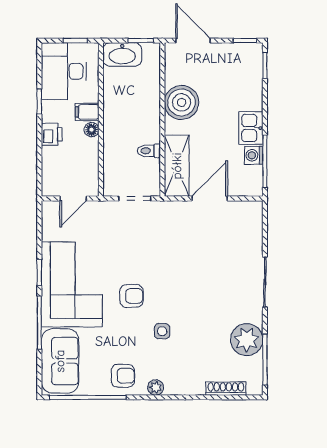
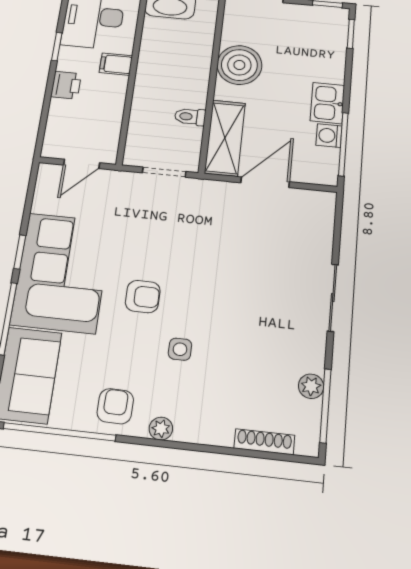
floor lamp: (92, 130) -> (119, 85), removed
plant: (247, 340) -> (311, 386), width x0.53, depth x0.53
armchair: (123, 376) -> (115, 406), turned -89

